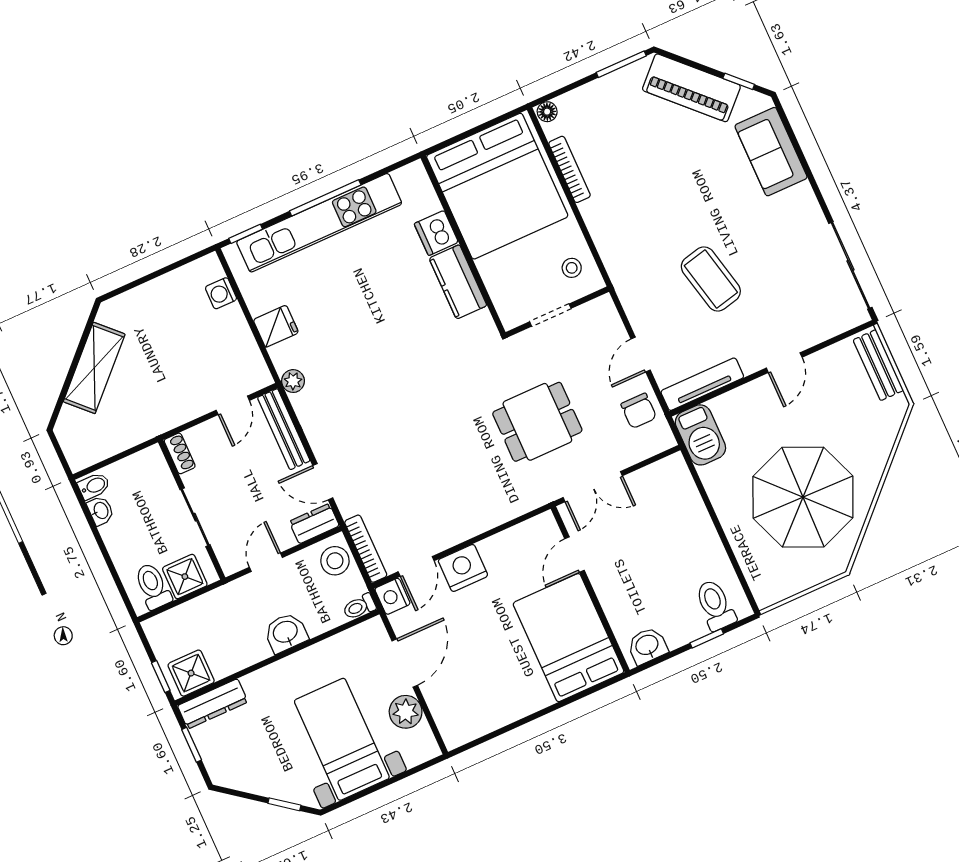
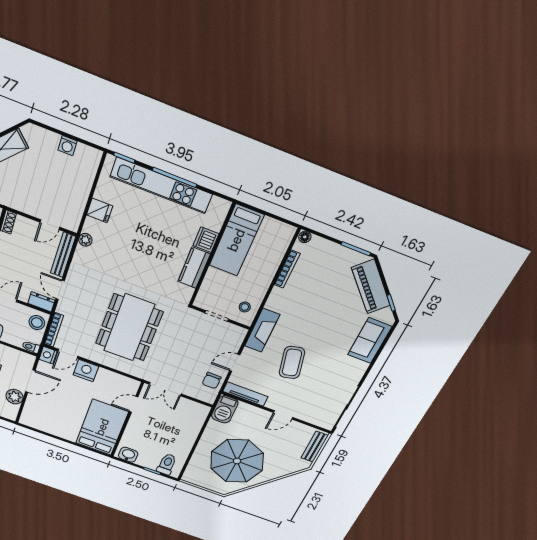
bed: (497, 186) -> (236, 240), width x0.49
fireplace: (626, 276) -> (262, 330), added
washing machine: (221, 293) -> (67, 146), moved, turned -90
dining table: (537, 422) -> (129, 328), moved, width x1.88, depth x1.24

